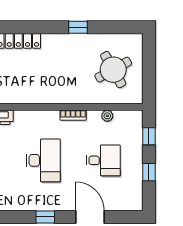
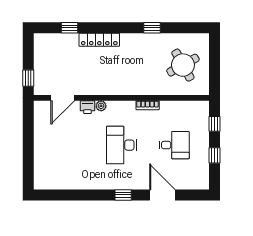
plant: (107, 116) -> (101, 106), moved
desk: (43, 160) -> (121, 145), turned 180

